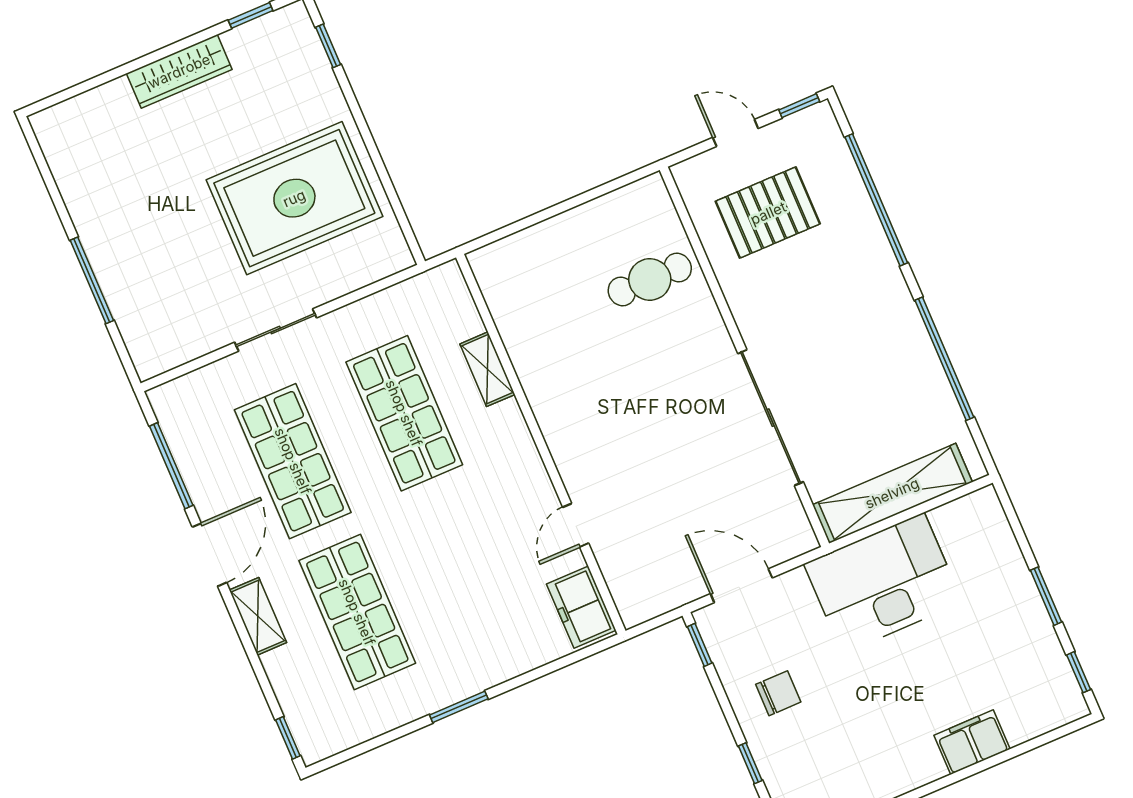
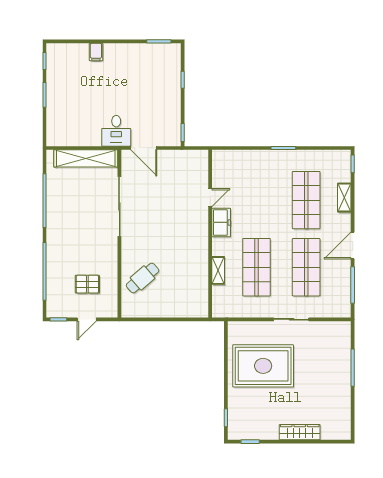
wardrobe: (179, 71) -> (300, 432), moved
door: (736, 133) -> (87, 319), hinge flipped
pallet: (768, 213) -> (87, 284), width x0.67, depth x0.71
cafe table: (650, 279) -> (143, 278), turned -41
desk: (883, 583) -> (116, 131), width x0.53, depth x0.77
door: (741, 586) -> (144, 148), moved
freezer: (581, 607) -> (221, 222), moved
shelving: (258, 616) -> (344, 198), moved
chair: (778, 693) -> (161, 102), removed
filing cabinet: (972, 742) -> (96, 52), width x0.50

